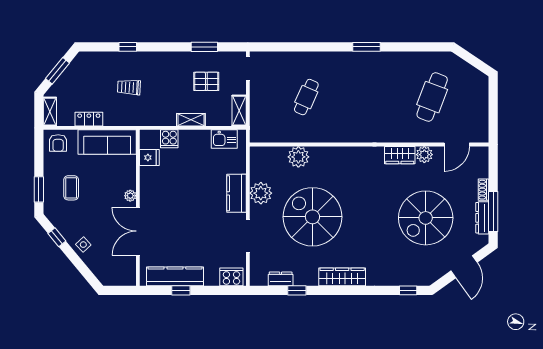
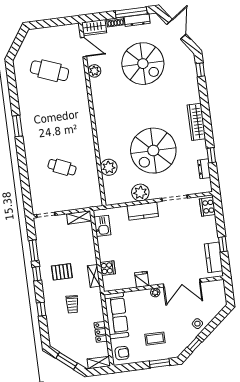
window: (174, 47) -> (37, 274), added
pallet: (206, 81) -> (62, 272), moved, turned 90
shelving: (191, 120) -> (94, 276), moved
wardrobe: (400, 155) -> (94, 28), moved, turned 90
fridge: (149, 158) -> (142, 279), moved
door: (464, 267) -> (176, 29), hinge flipped
kitchen counter: (175, 276) -> (214, 257), width x0.67

